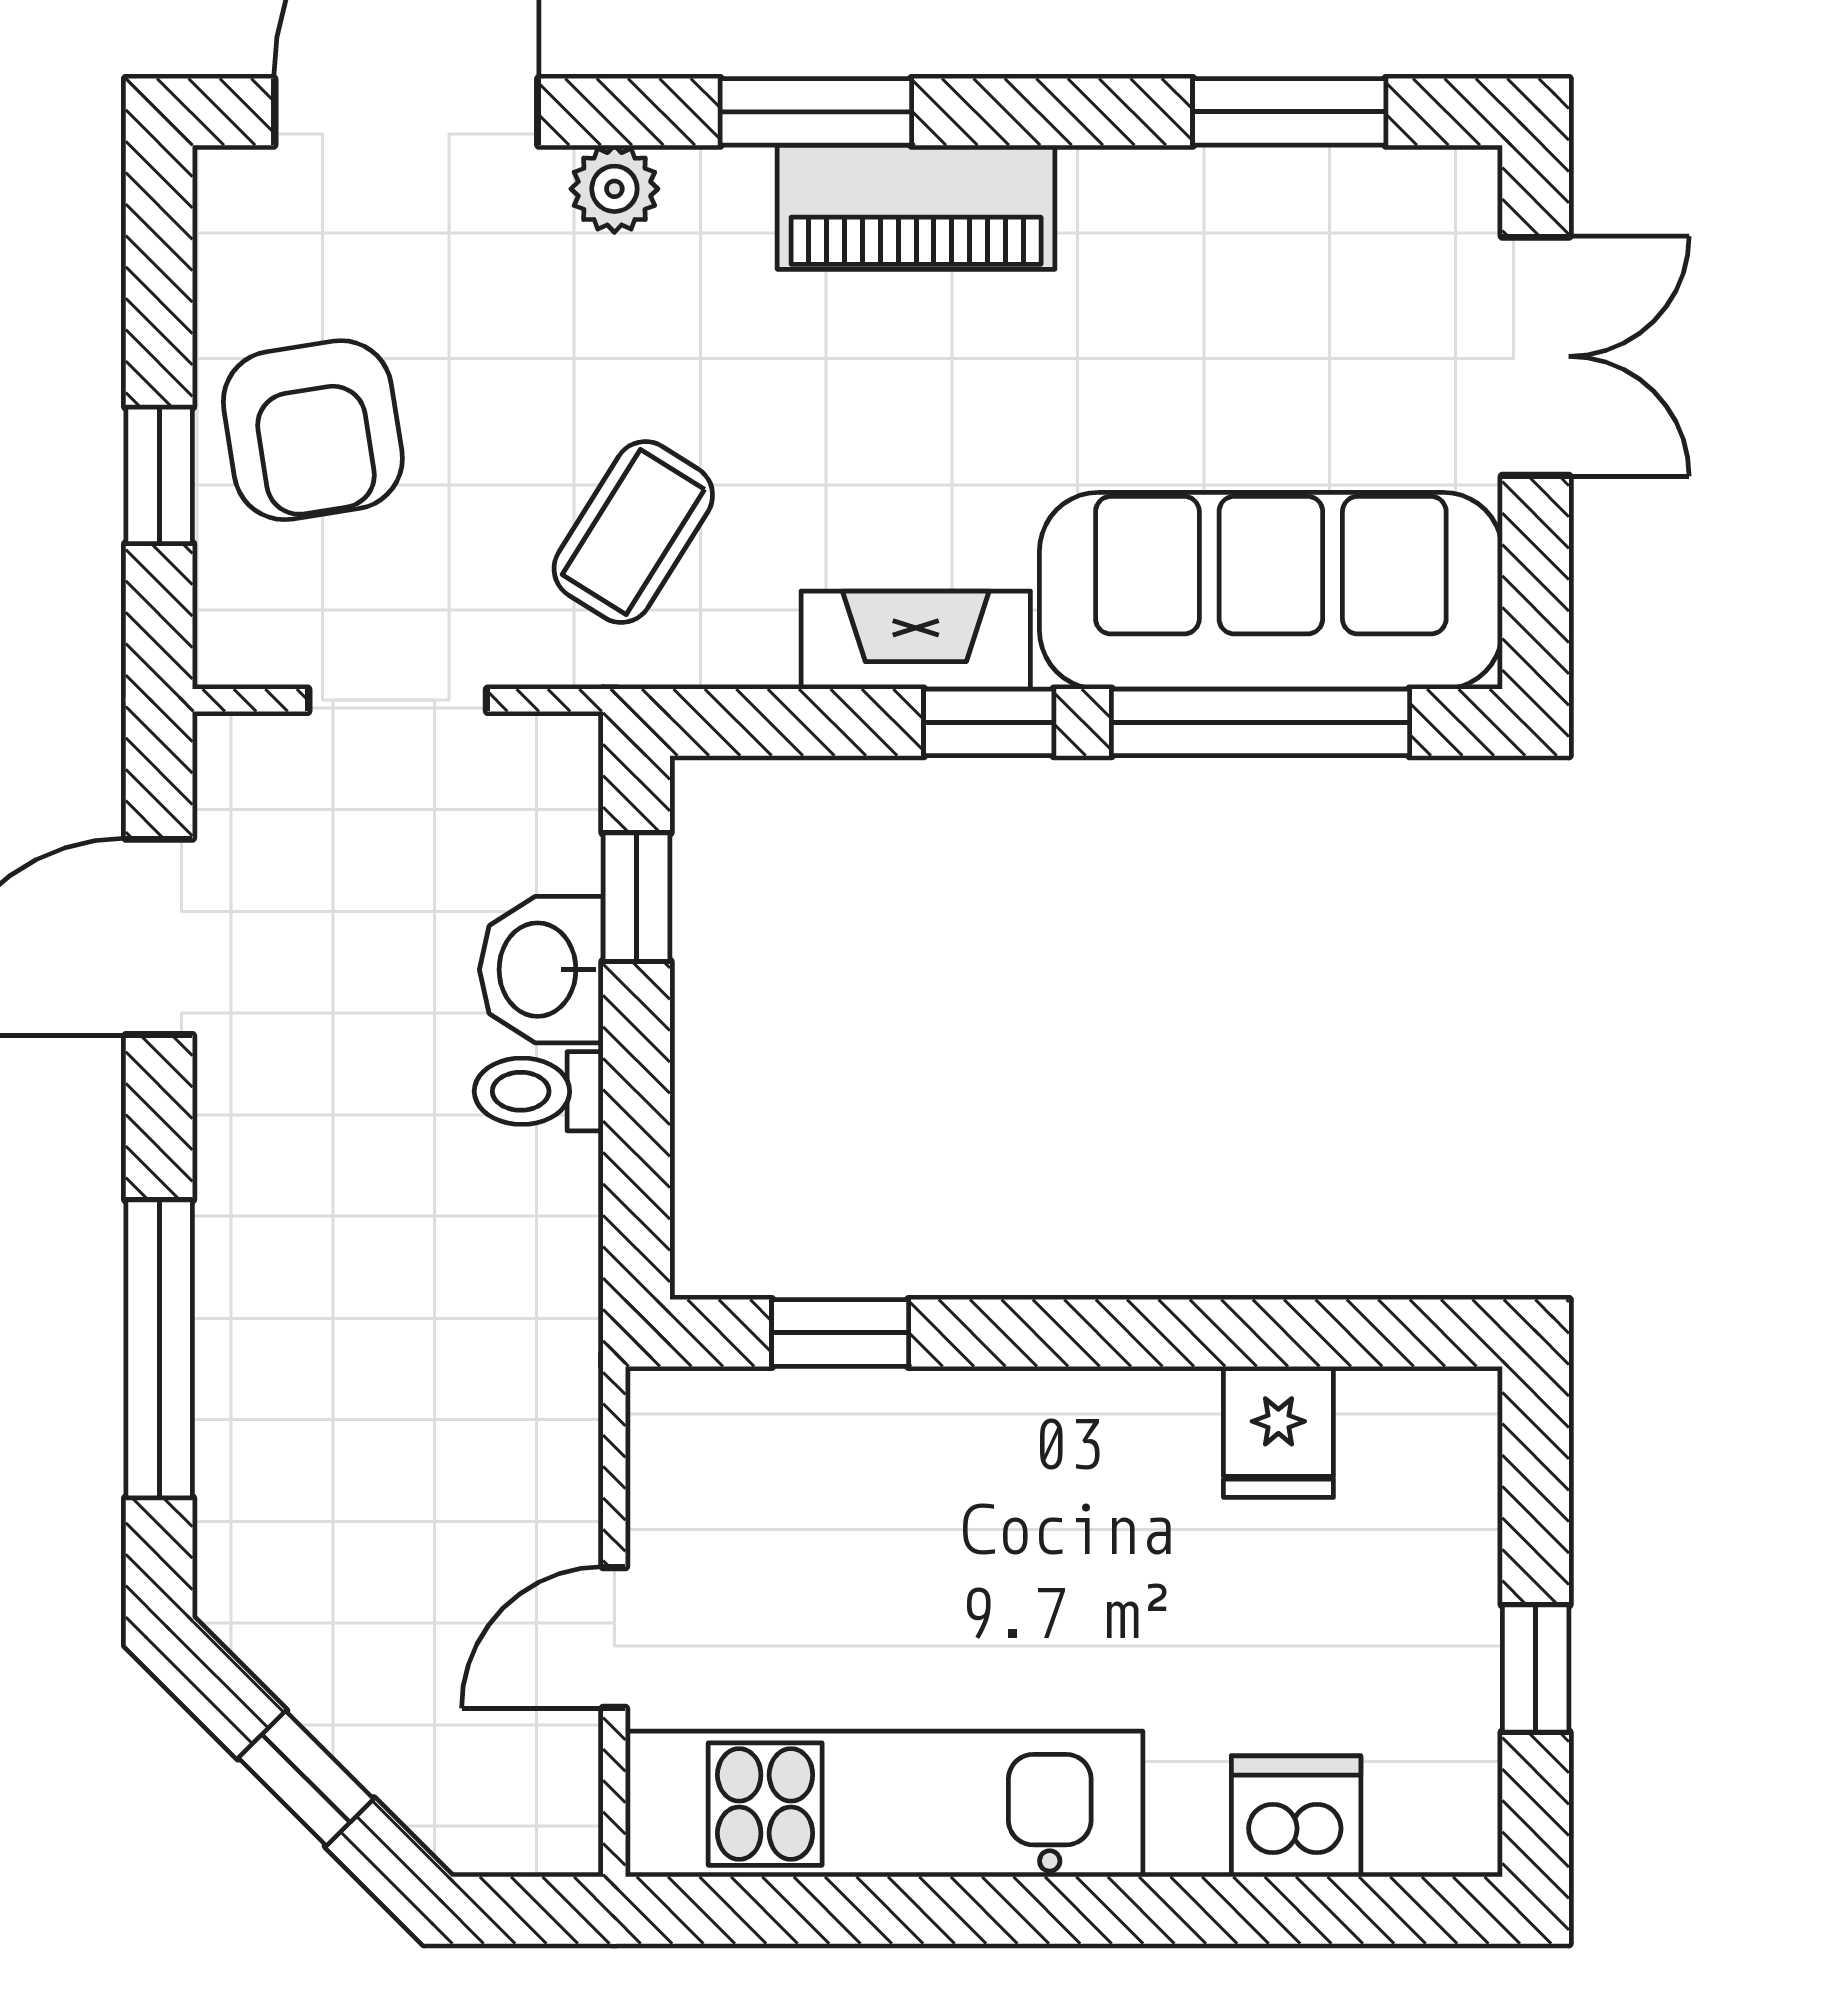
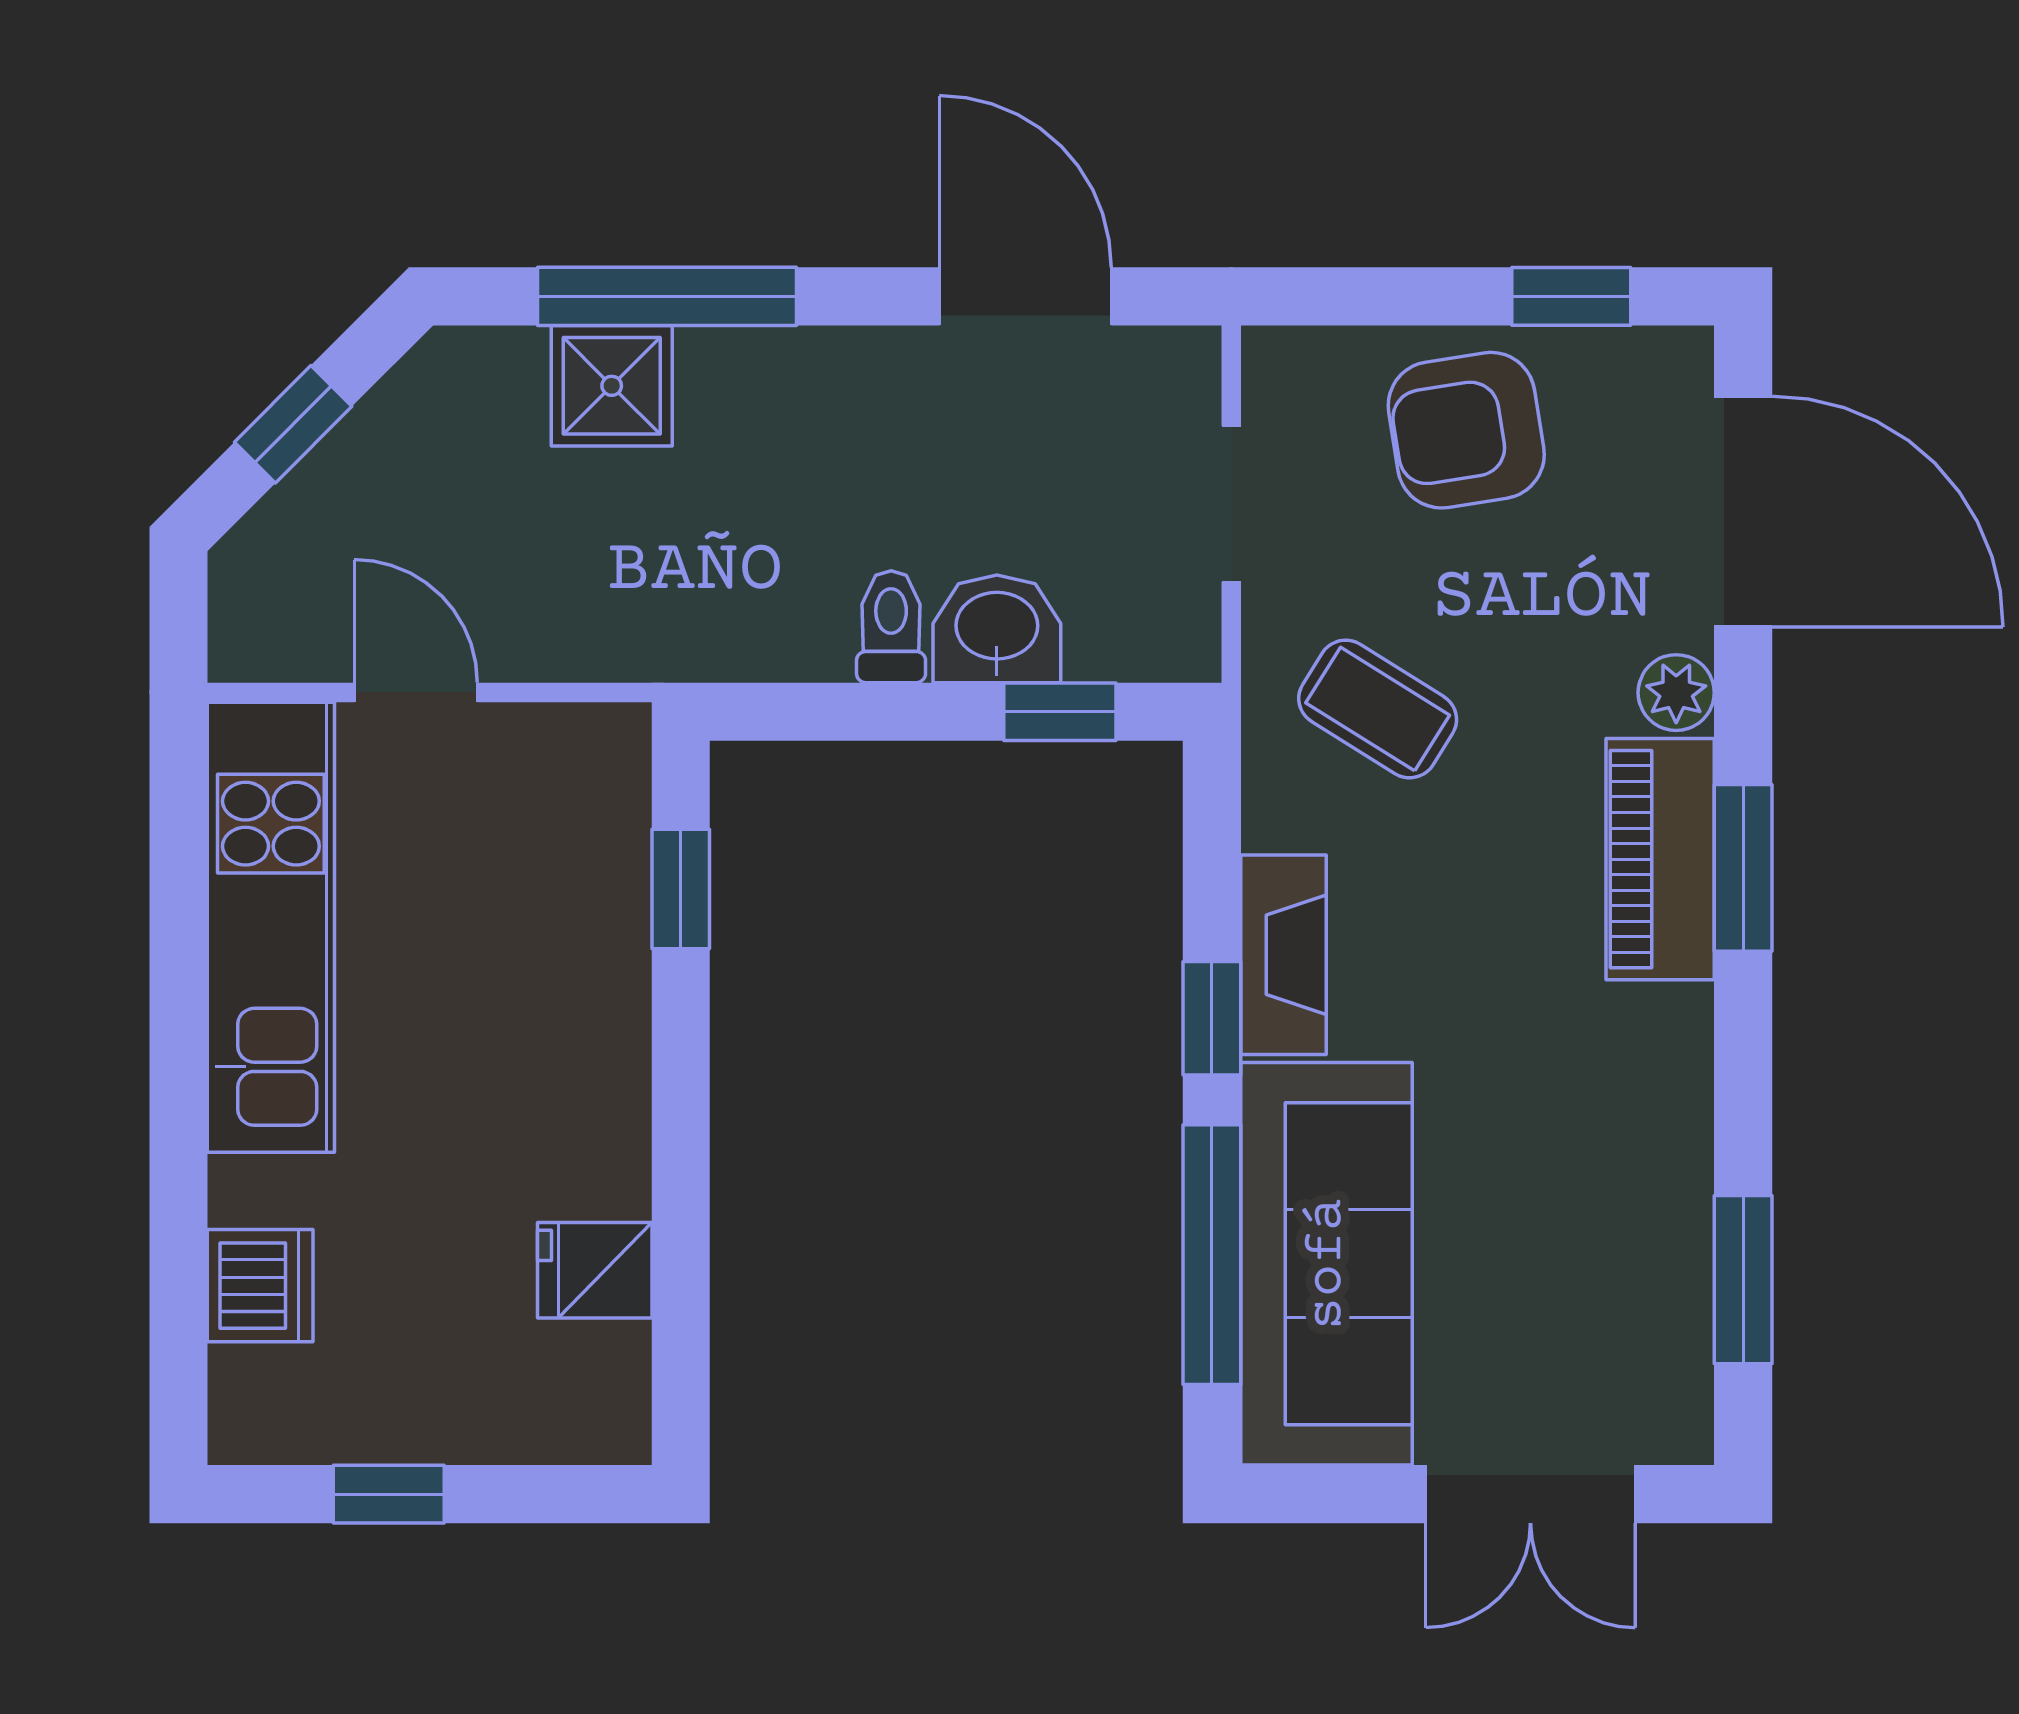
piano: (916, 207) -> (1660, 859), moved
window: (159, 475) -> (1571, 296), moved
shower: (262, 1412) -> (612, 386), added

